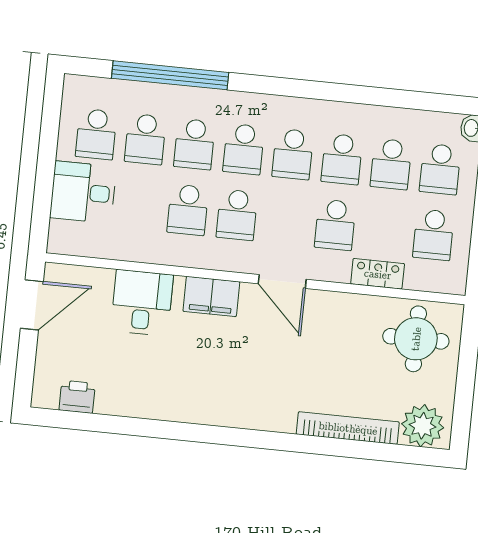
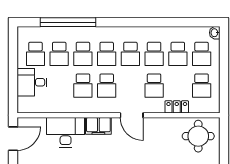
desk: (142, 303) -> (66, 132), width x1.37

